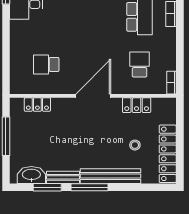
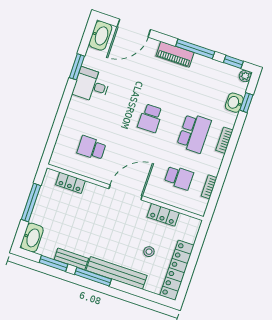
school desk: (93, 17) -> (150, 118), added
school desk: (140, 64) -> (179, 178), turned 90
bookcase: (171, 83) -> (209, 187), moved
washbasin: (31, 175) -> (32, 238), moved, turned 90

